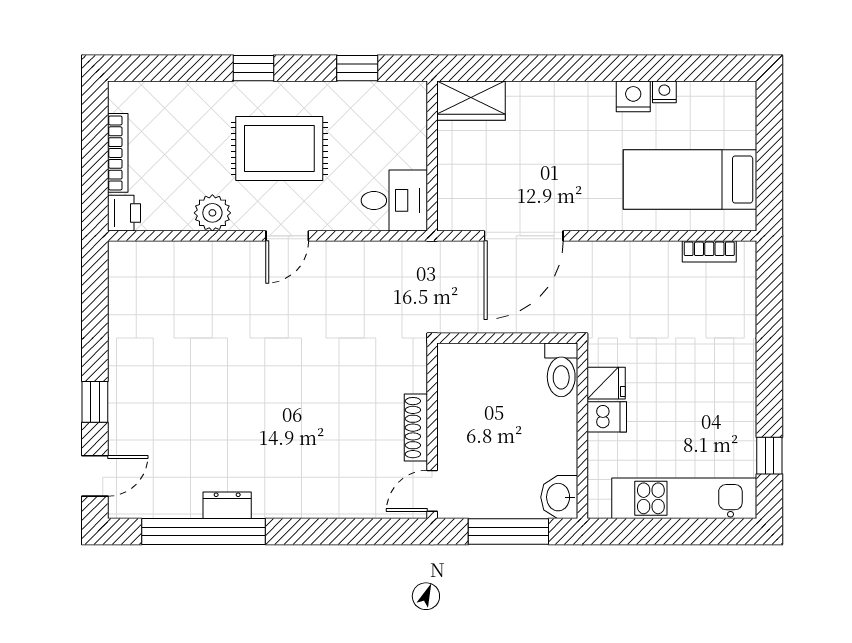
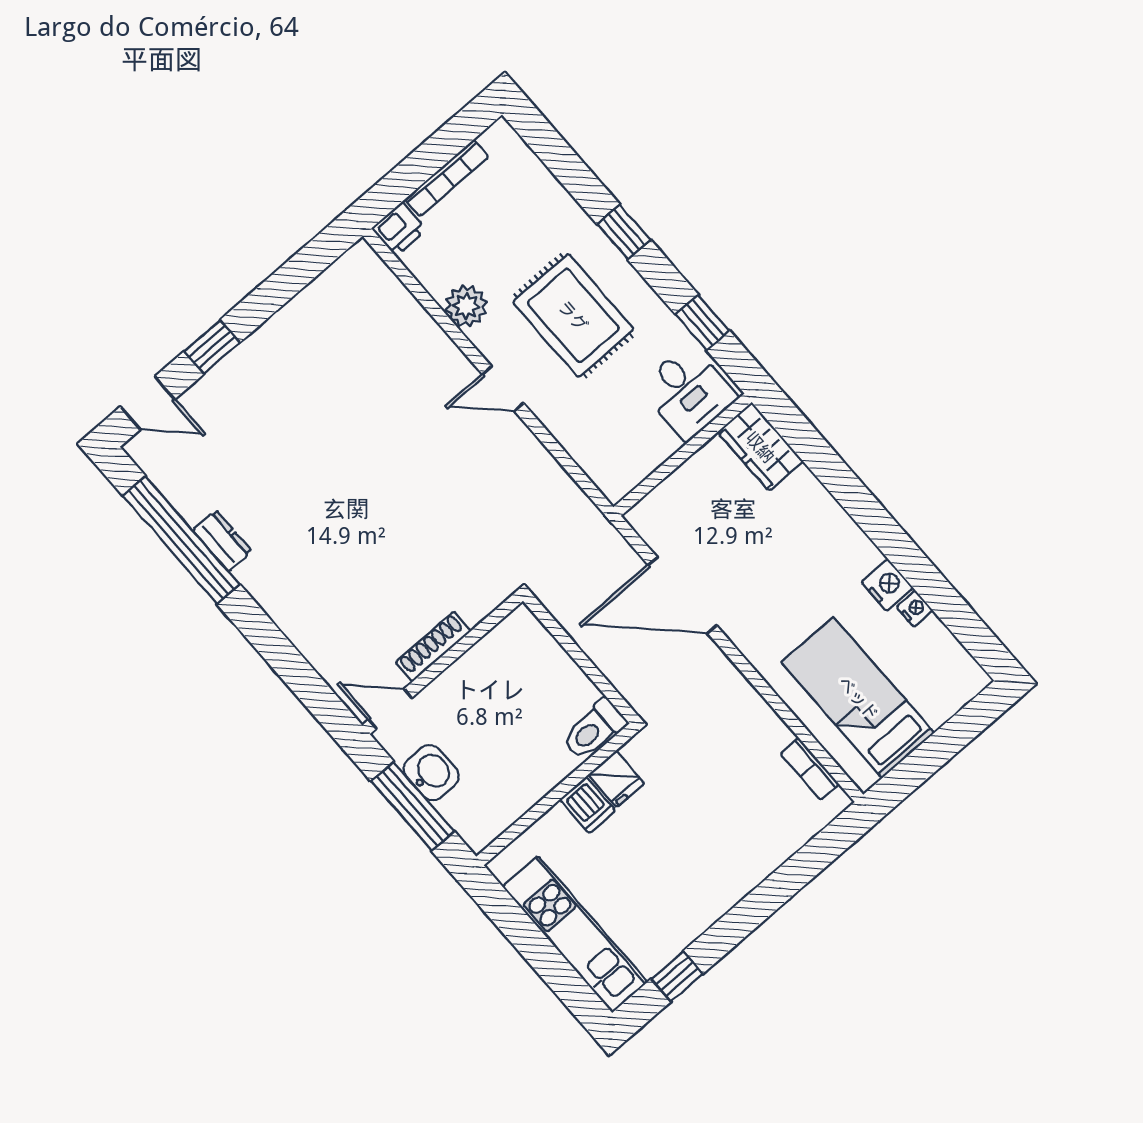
desk: (394, 200) -> (688, 392), moved
washbasin: (559, 497) -> (431, 773), moved, turned 90

